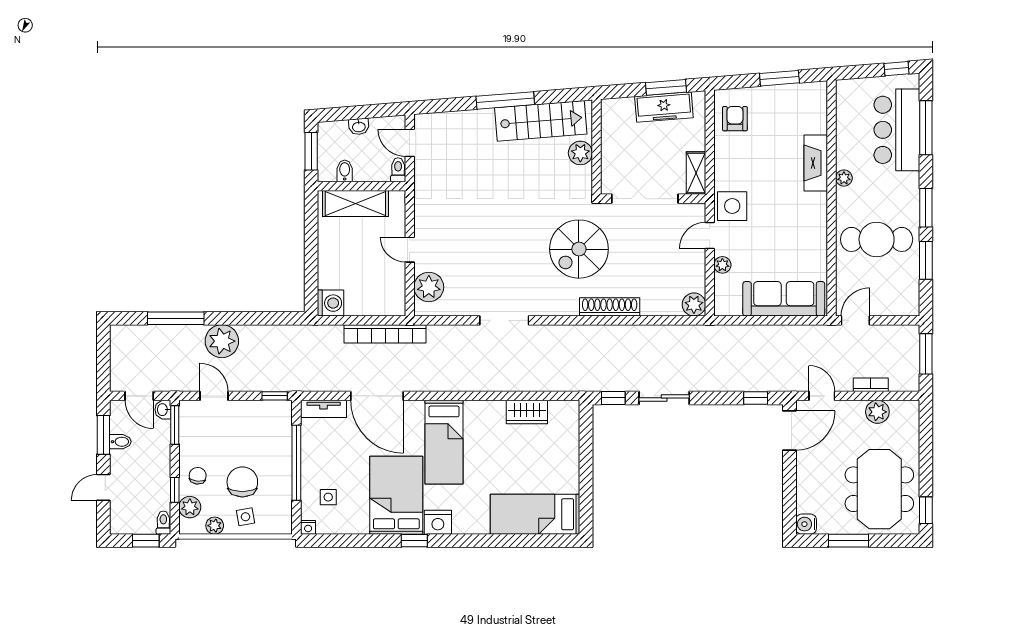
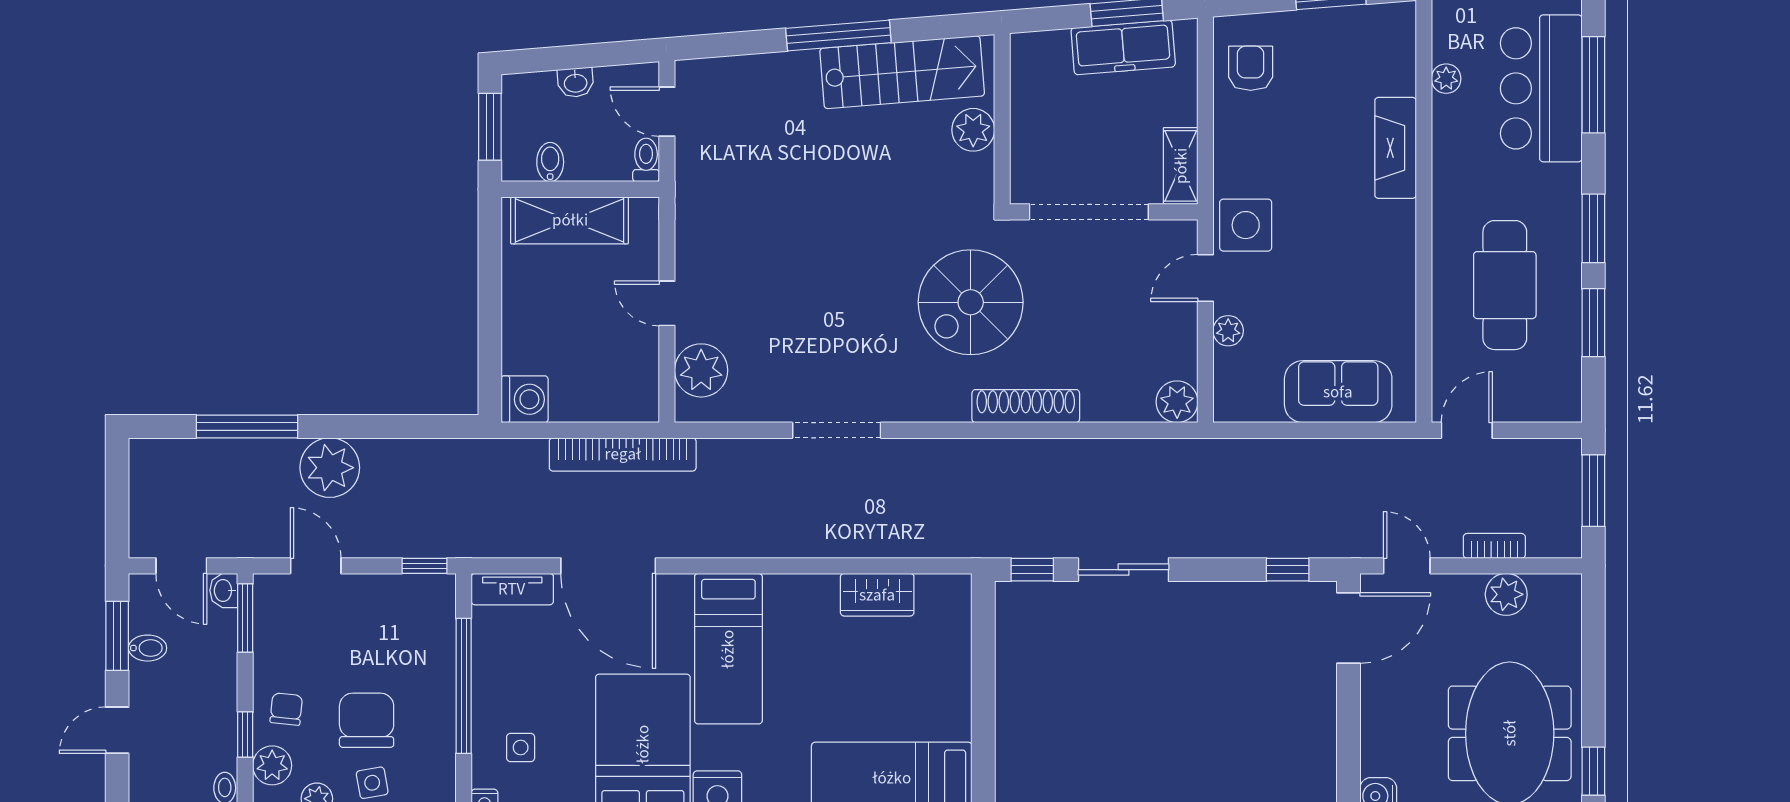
plant: (844, 178) -> (1446, 79), moved
cafe table: (877, 239) -> (1505, 285), turned 90
sofa: (784, 299) -> (1338, 392), width x0.73

